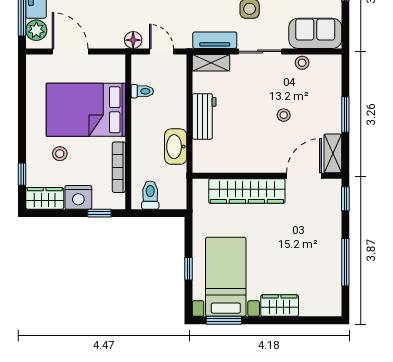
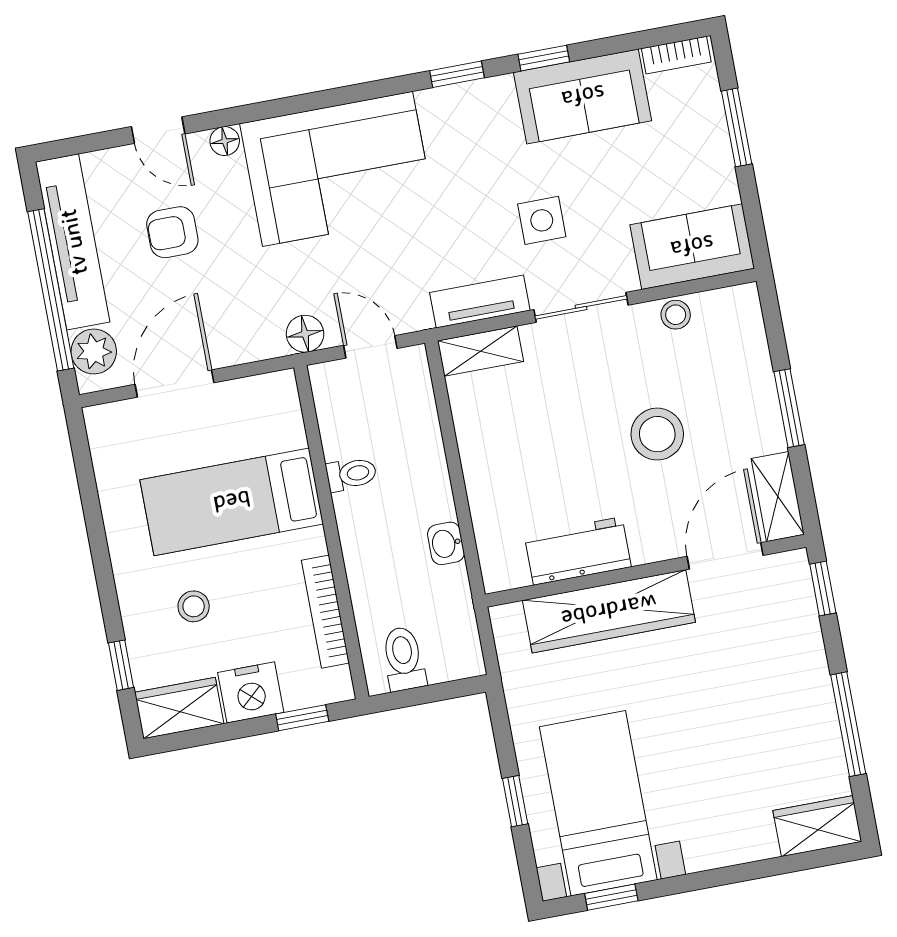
door: (70, 51) -> (175, 383), hinge flipped
toilet: (142, 91) -> (351, 474), moved
bed: (86, 110) -> (232, 502), width x0.67
stool: (284, 115) -> (657, 434), width x1.89, depth x1.89
workbench: (204, 116) -> (578, 551), moved, turned -90
washbasin: (176, 147) -> (446, 543), width x0.52, depth x0.69
wardrobe: (280, 306) -> (817, 826), moved
window: (224, 320) -> (611, 897), width x0.67

